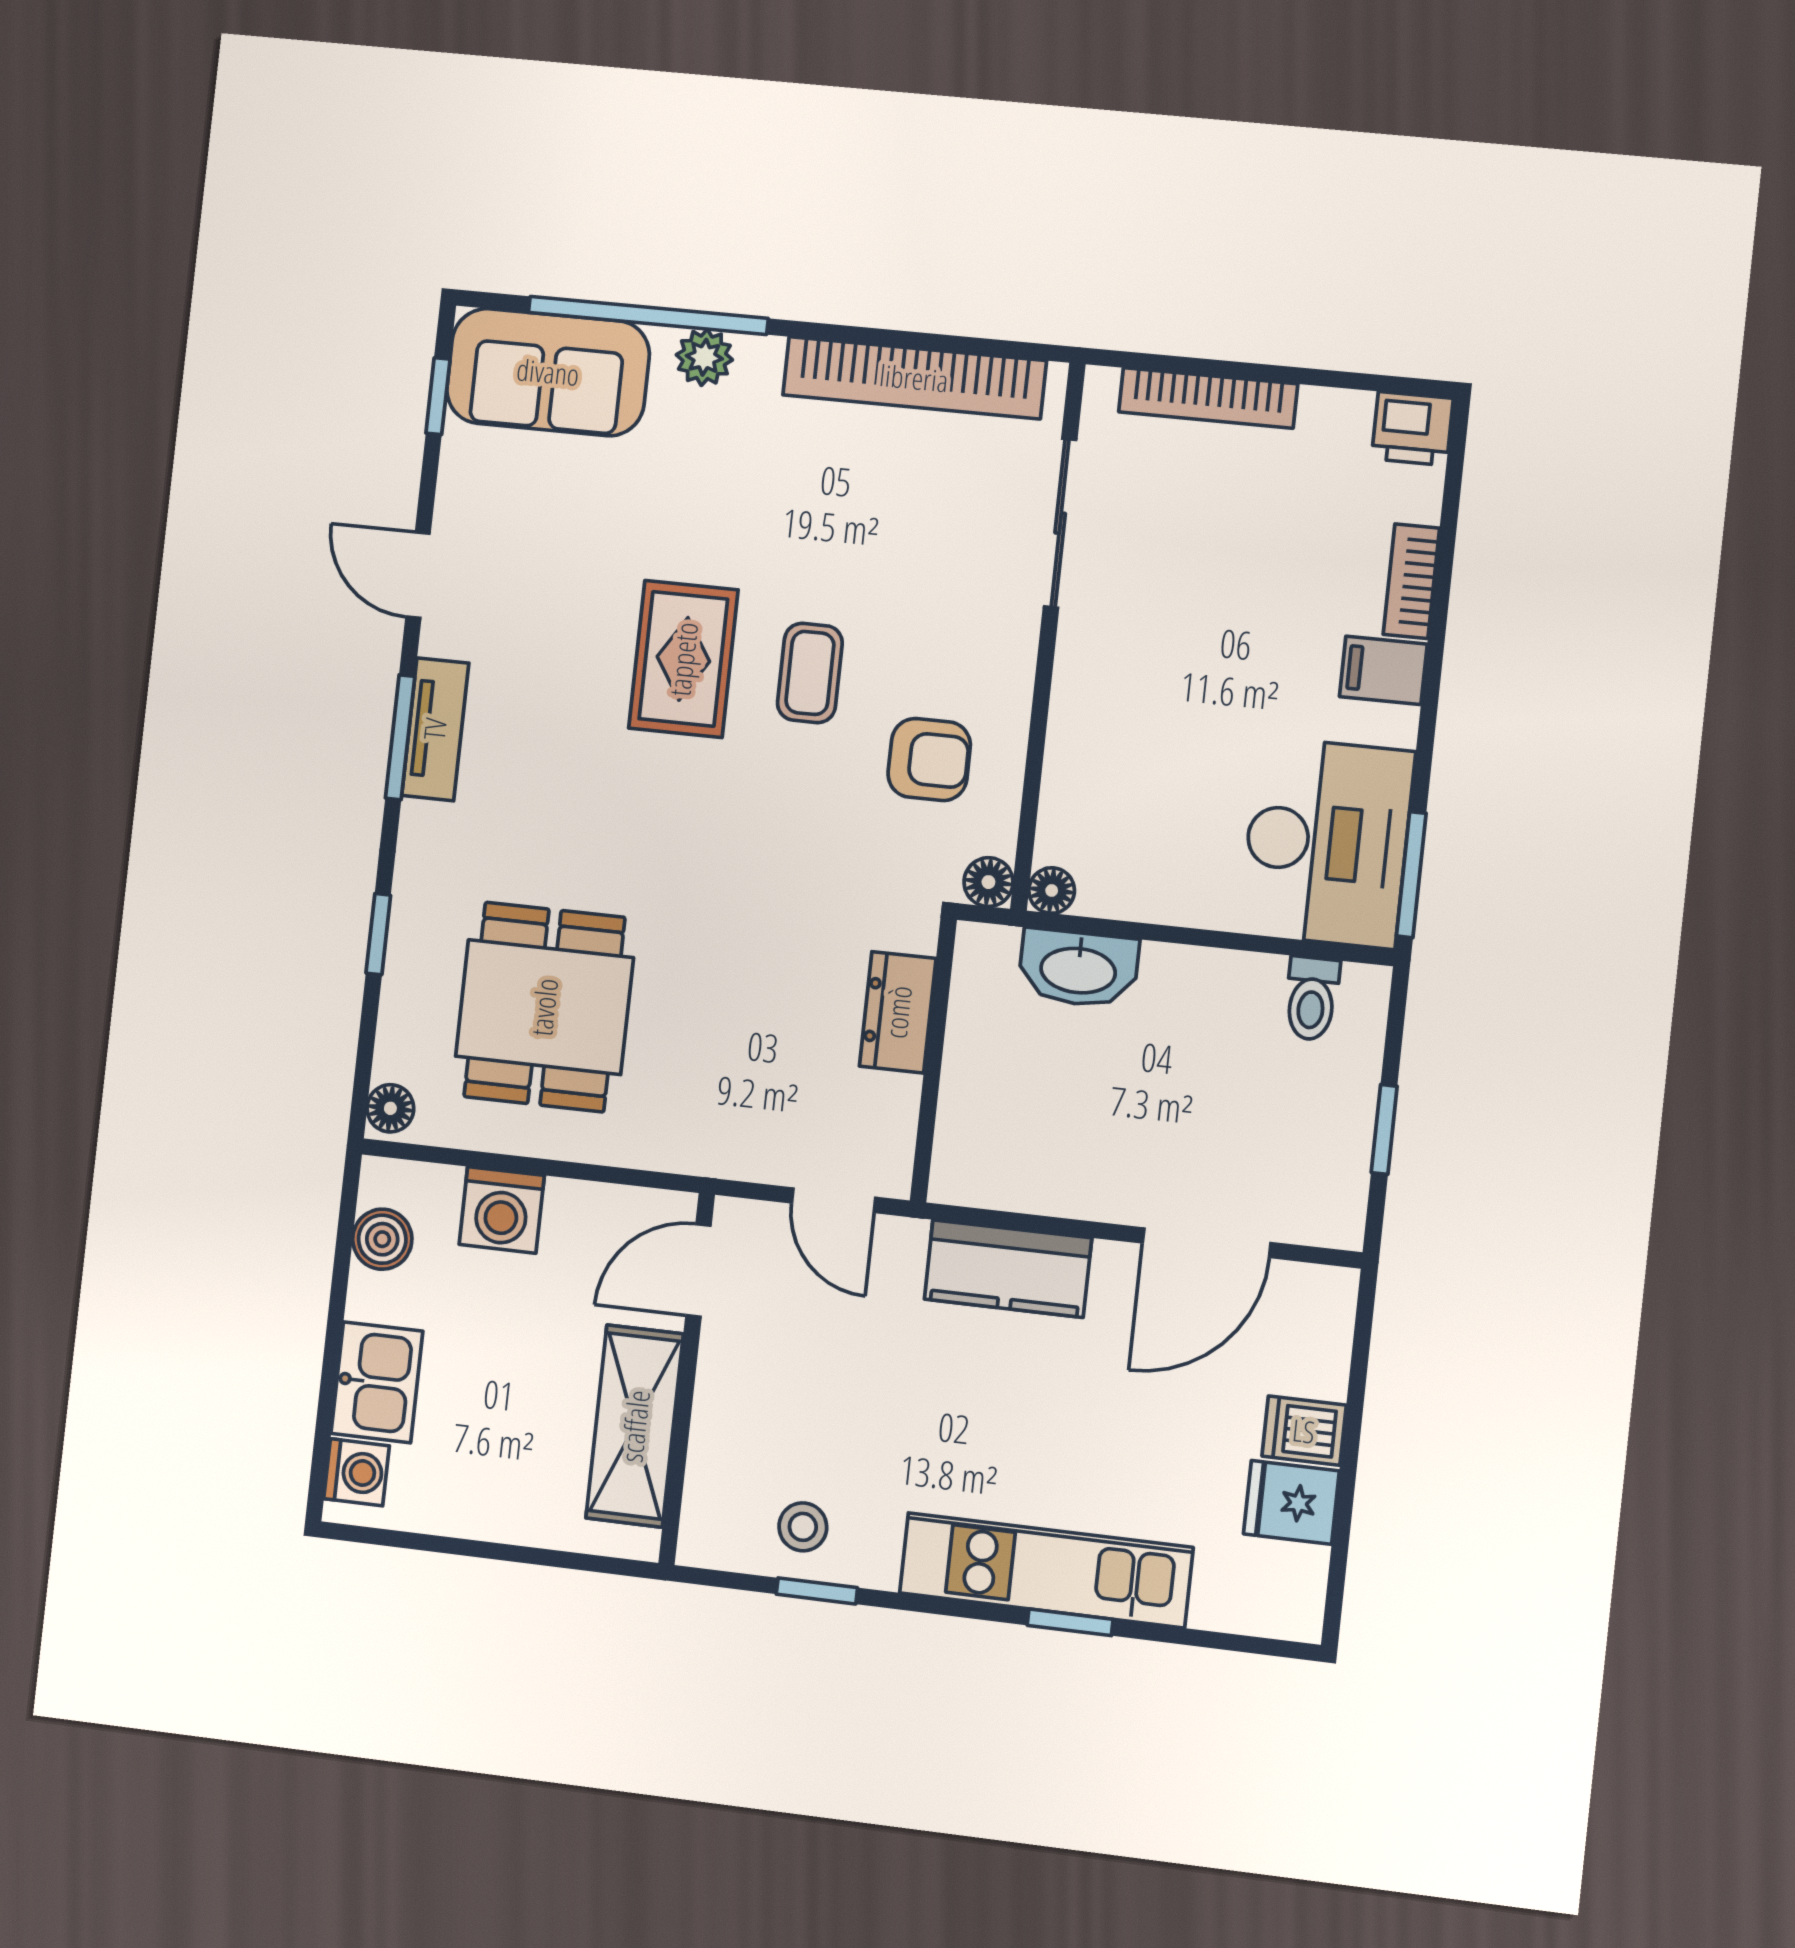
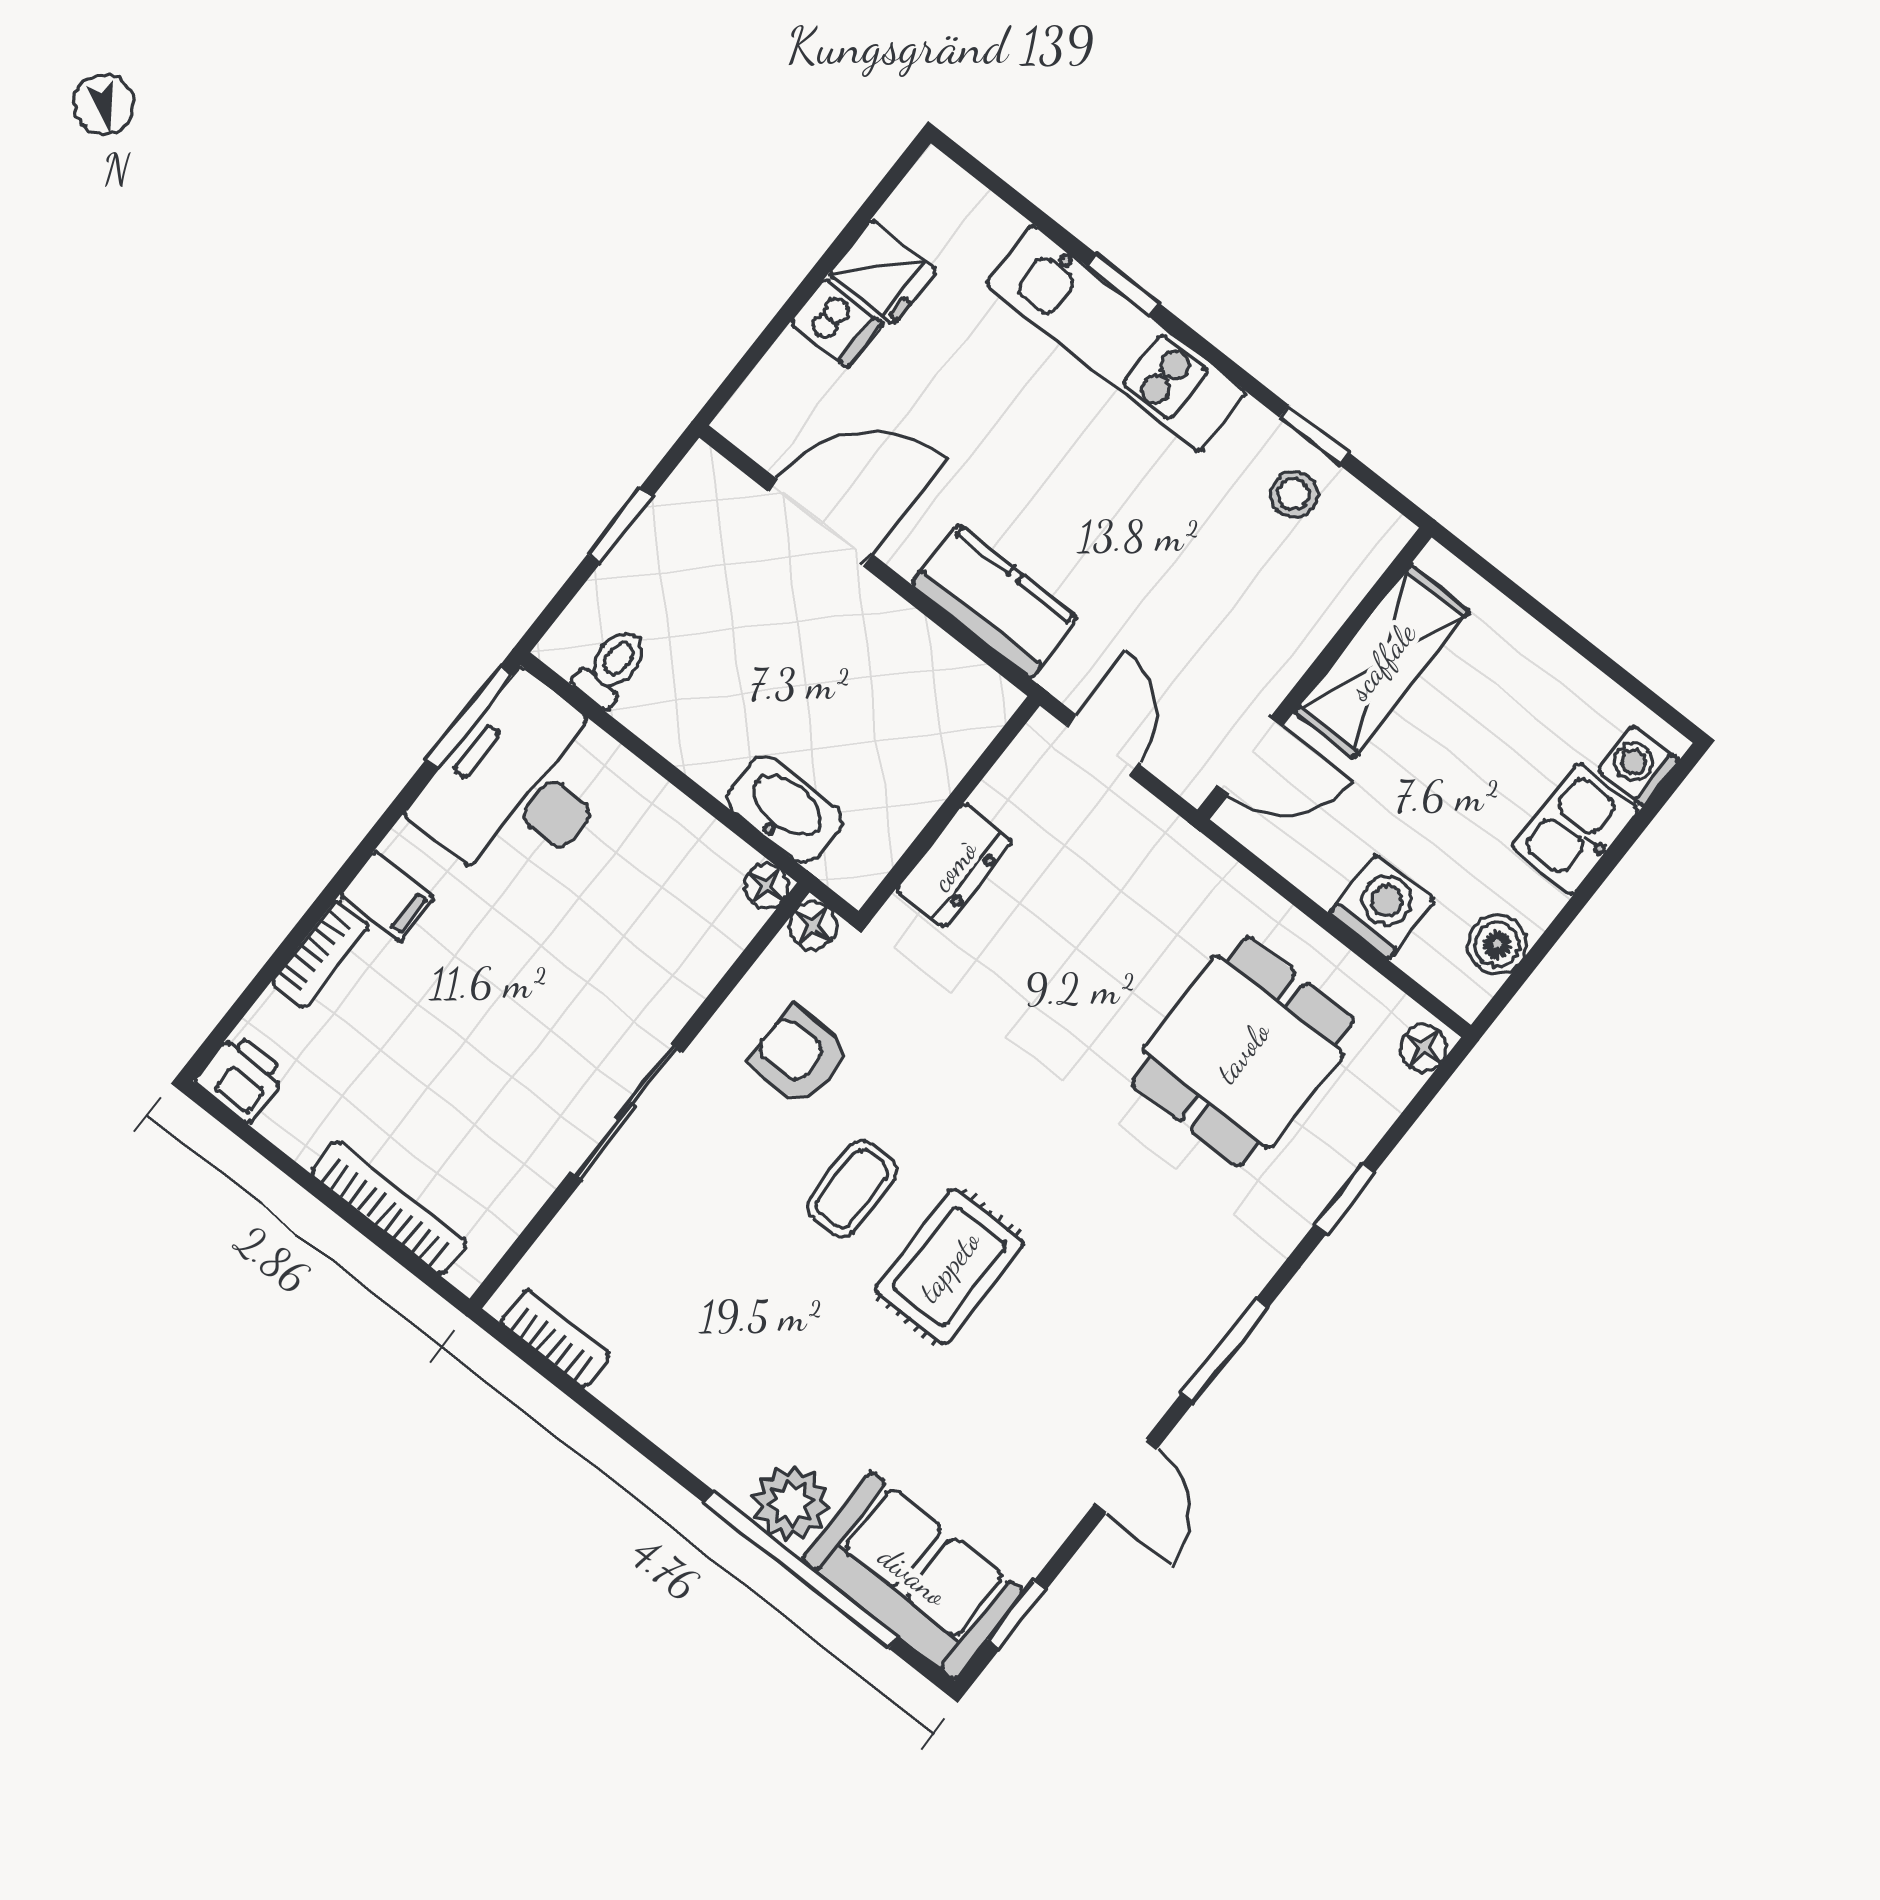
plant: (704, 357) -> (791, 1503), width x1.38, depth x1.38
bookcase: (914, 378) -> (555, 1338), width x0.43, depth x0.76
sliding door: (1060, 523) -> (626, 1113), moved
tv unit: (435, 729) -> (1191, 1339), removed

